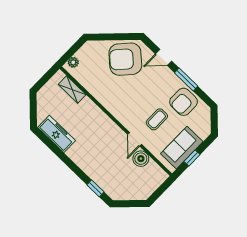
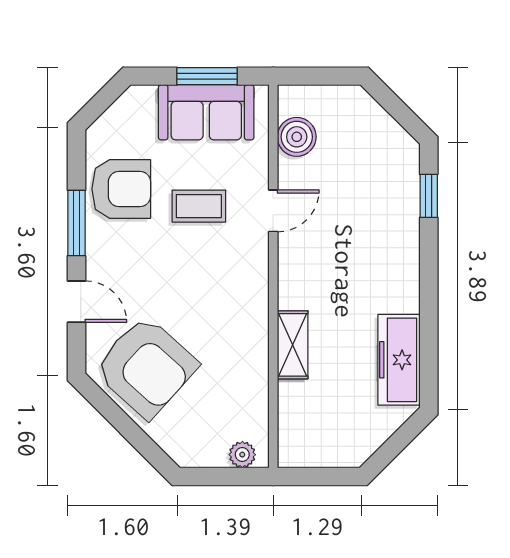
shelving: (72, 89) -> (293, 345), moved
window: (192, 158) -> (207, 76), width x1.50
boiler: (141, 159) -> (297, 137), moved

